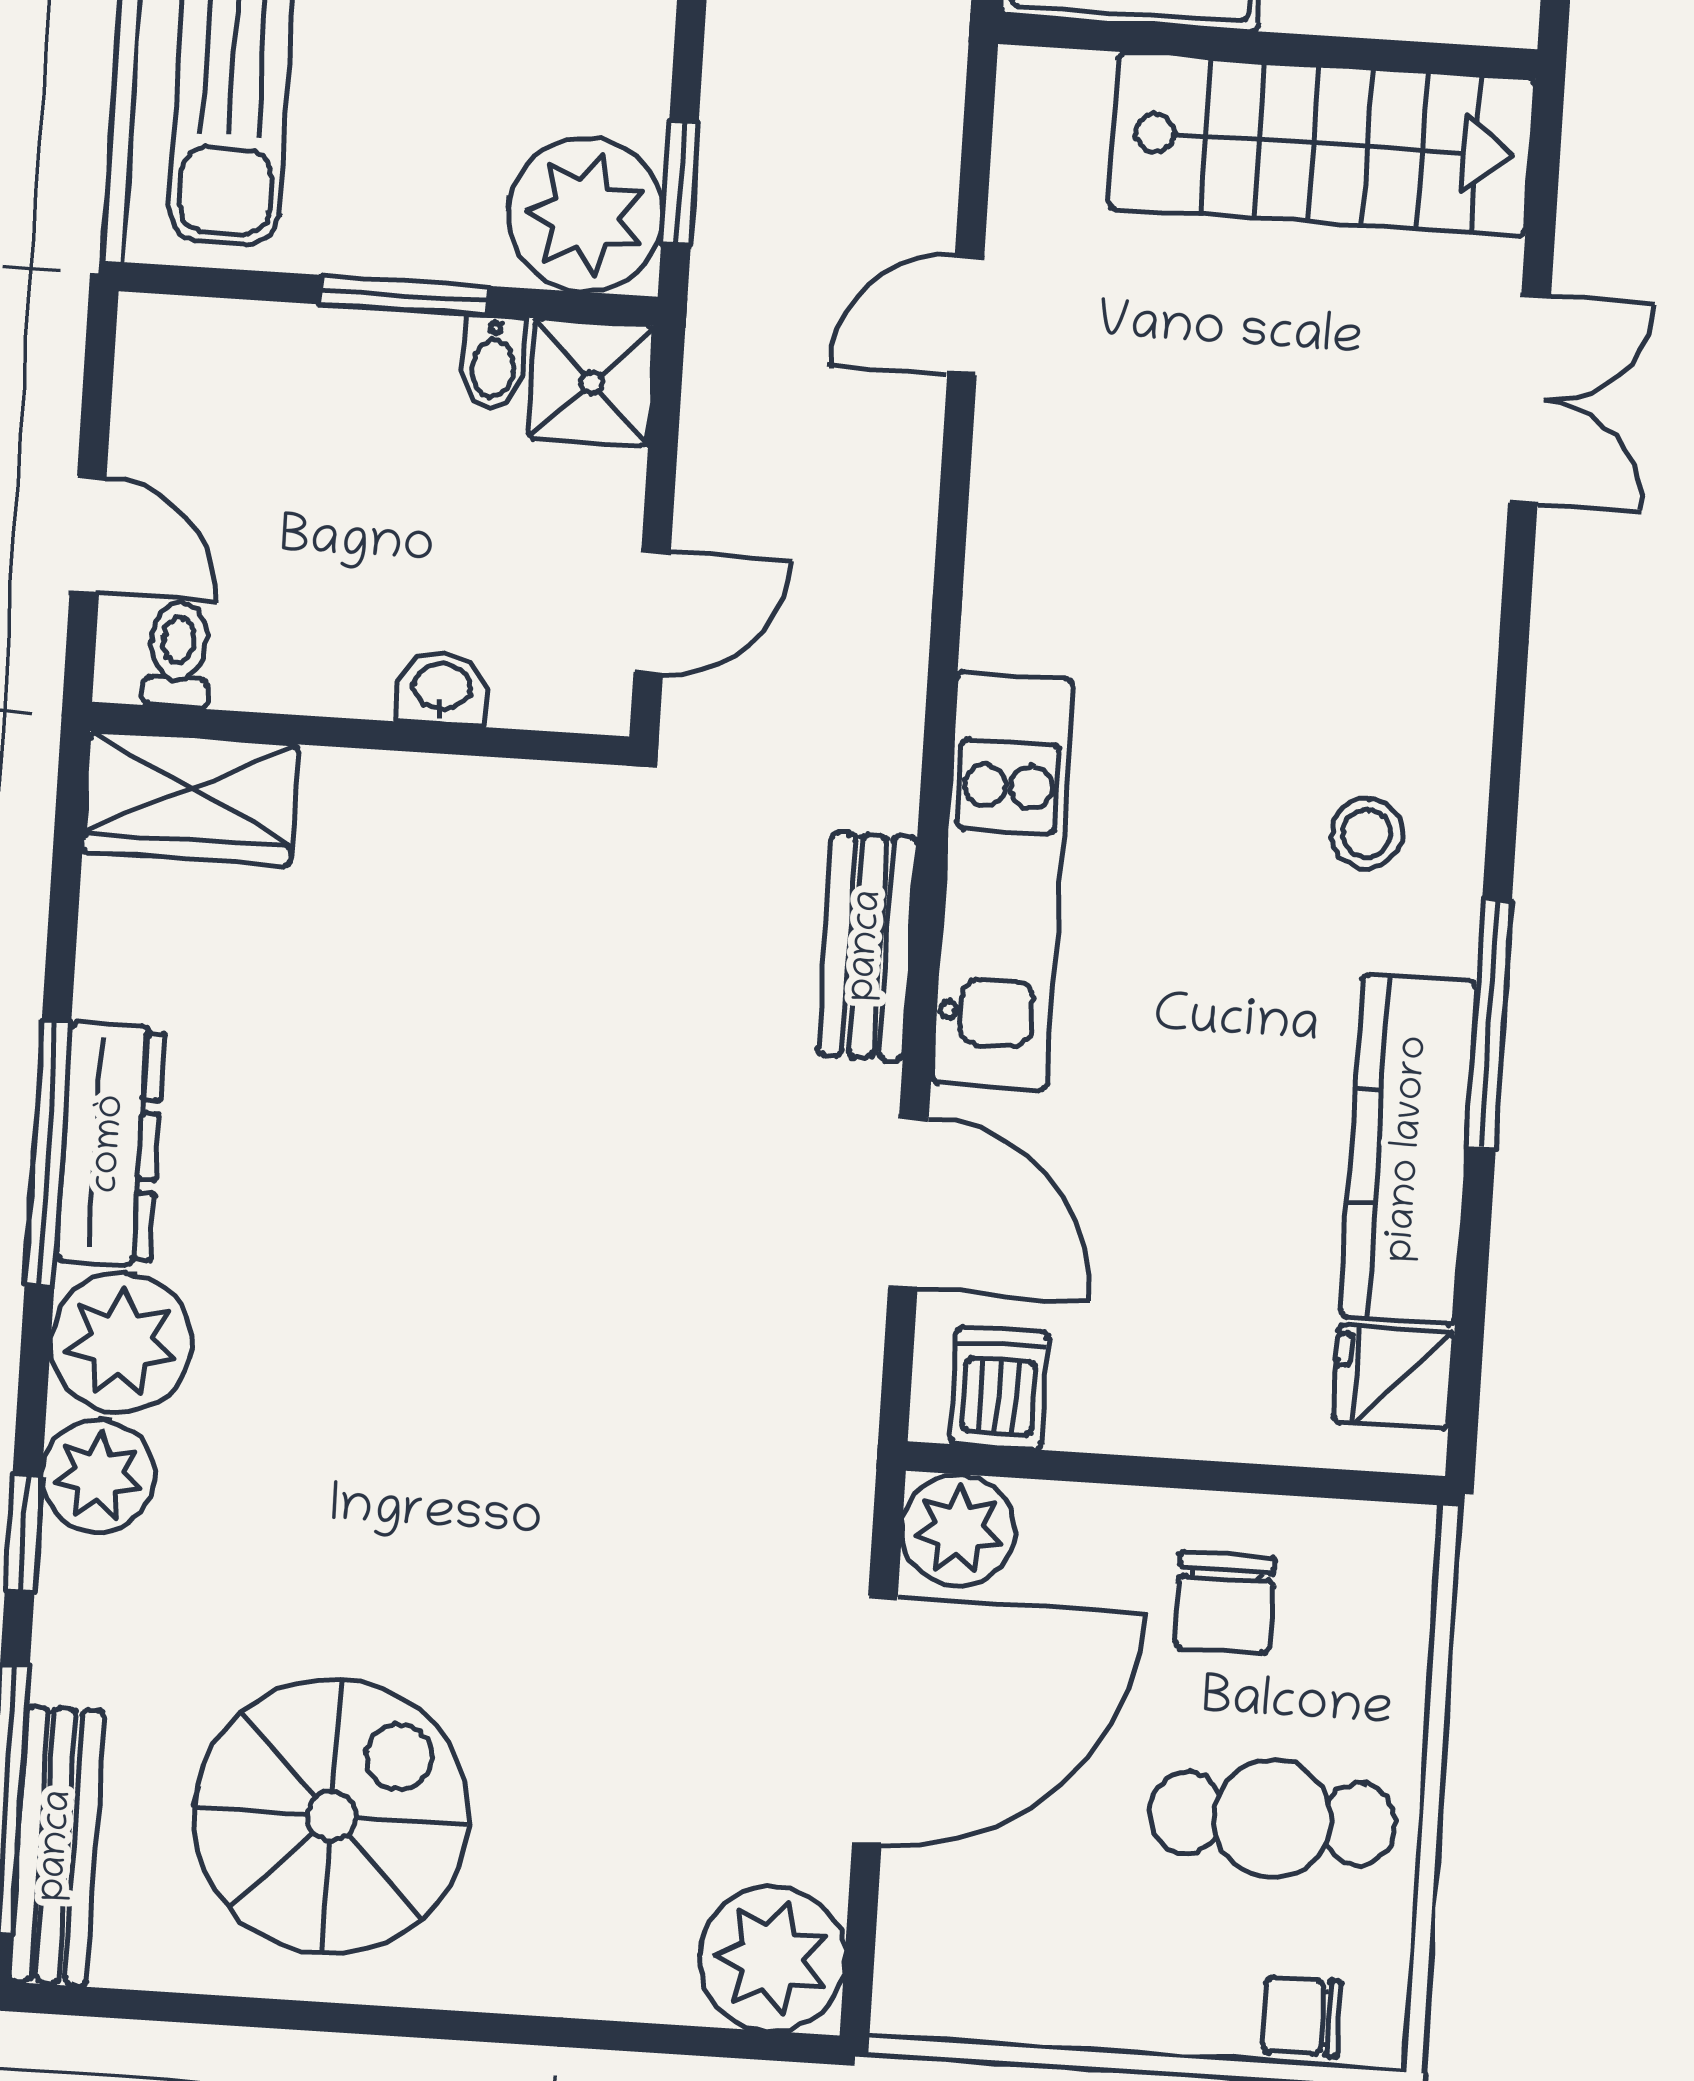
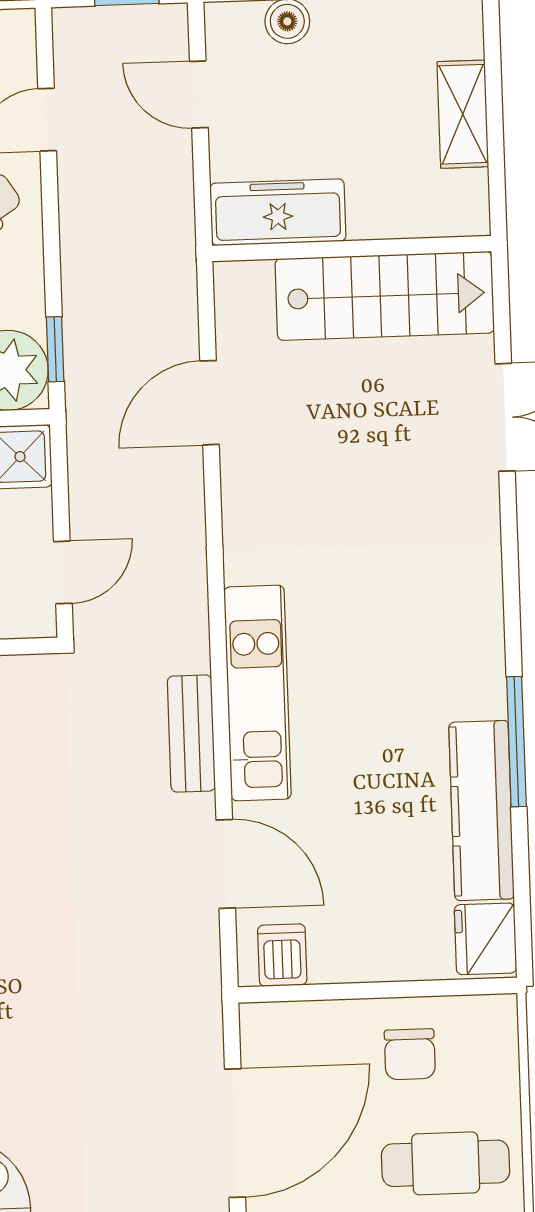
door: (966, 315) -> (210, 403), width x1.38
stool: (1367, 834) -> (443, 650), removed
fridge: (1393, 1377) -> (485, 939), width x1.38
plant: (958, 1530) -> (268, 1031), removed

